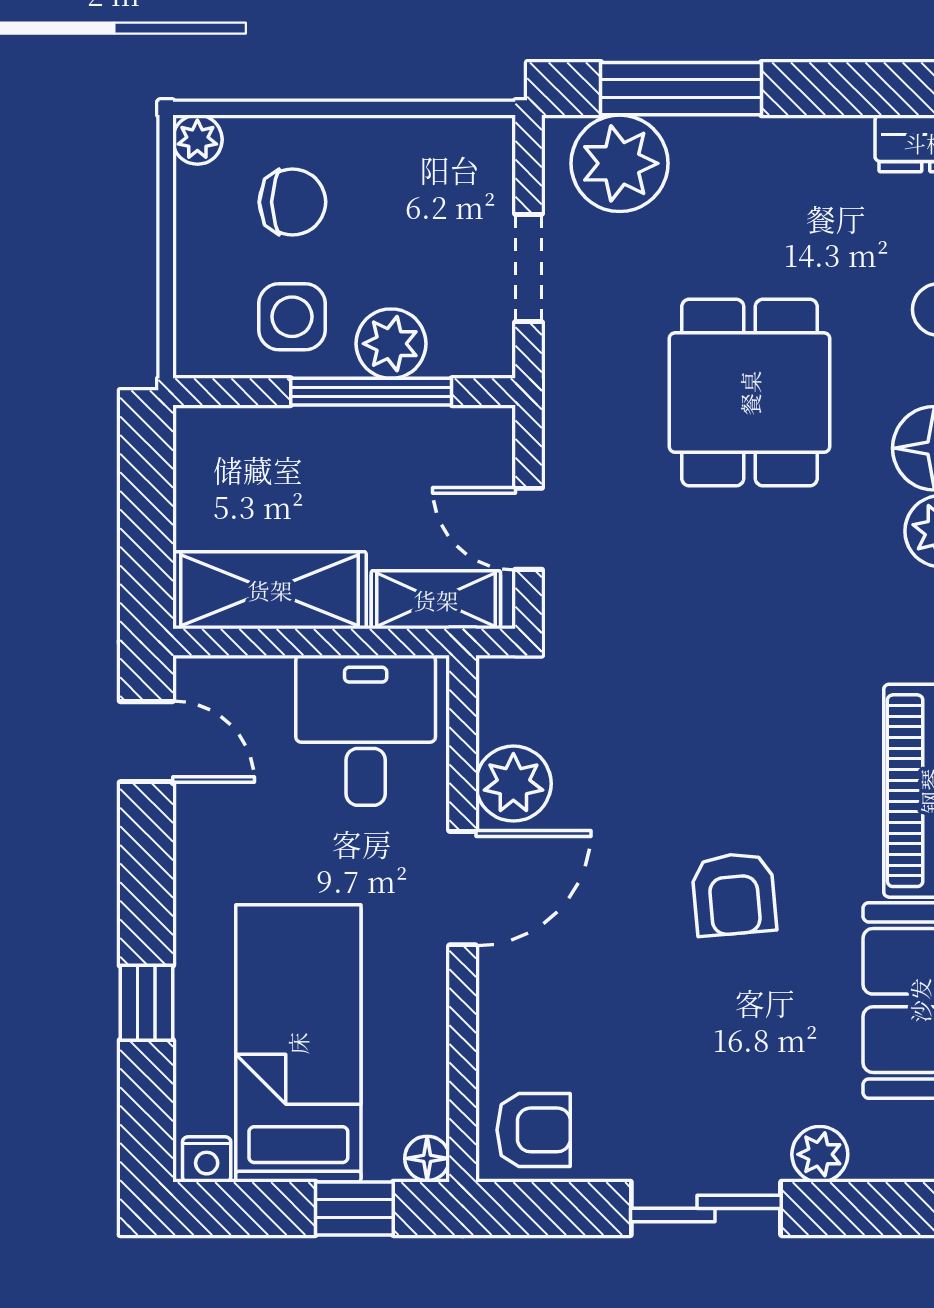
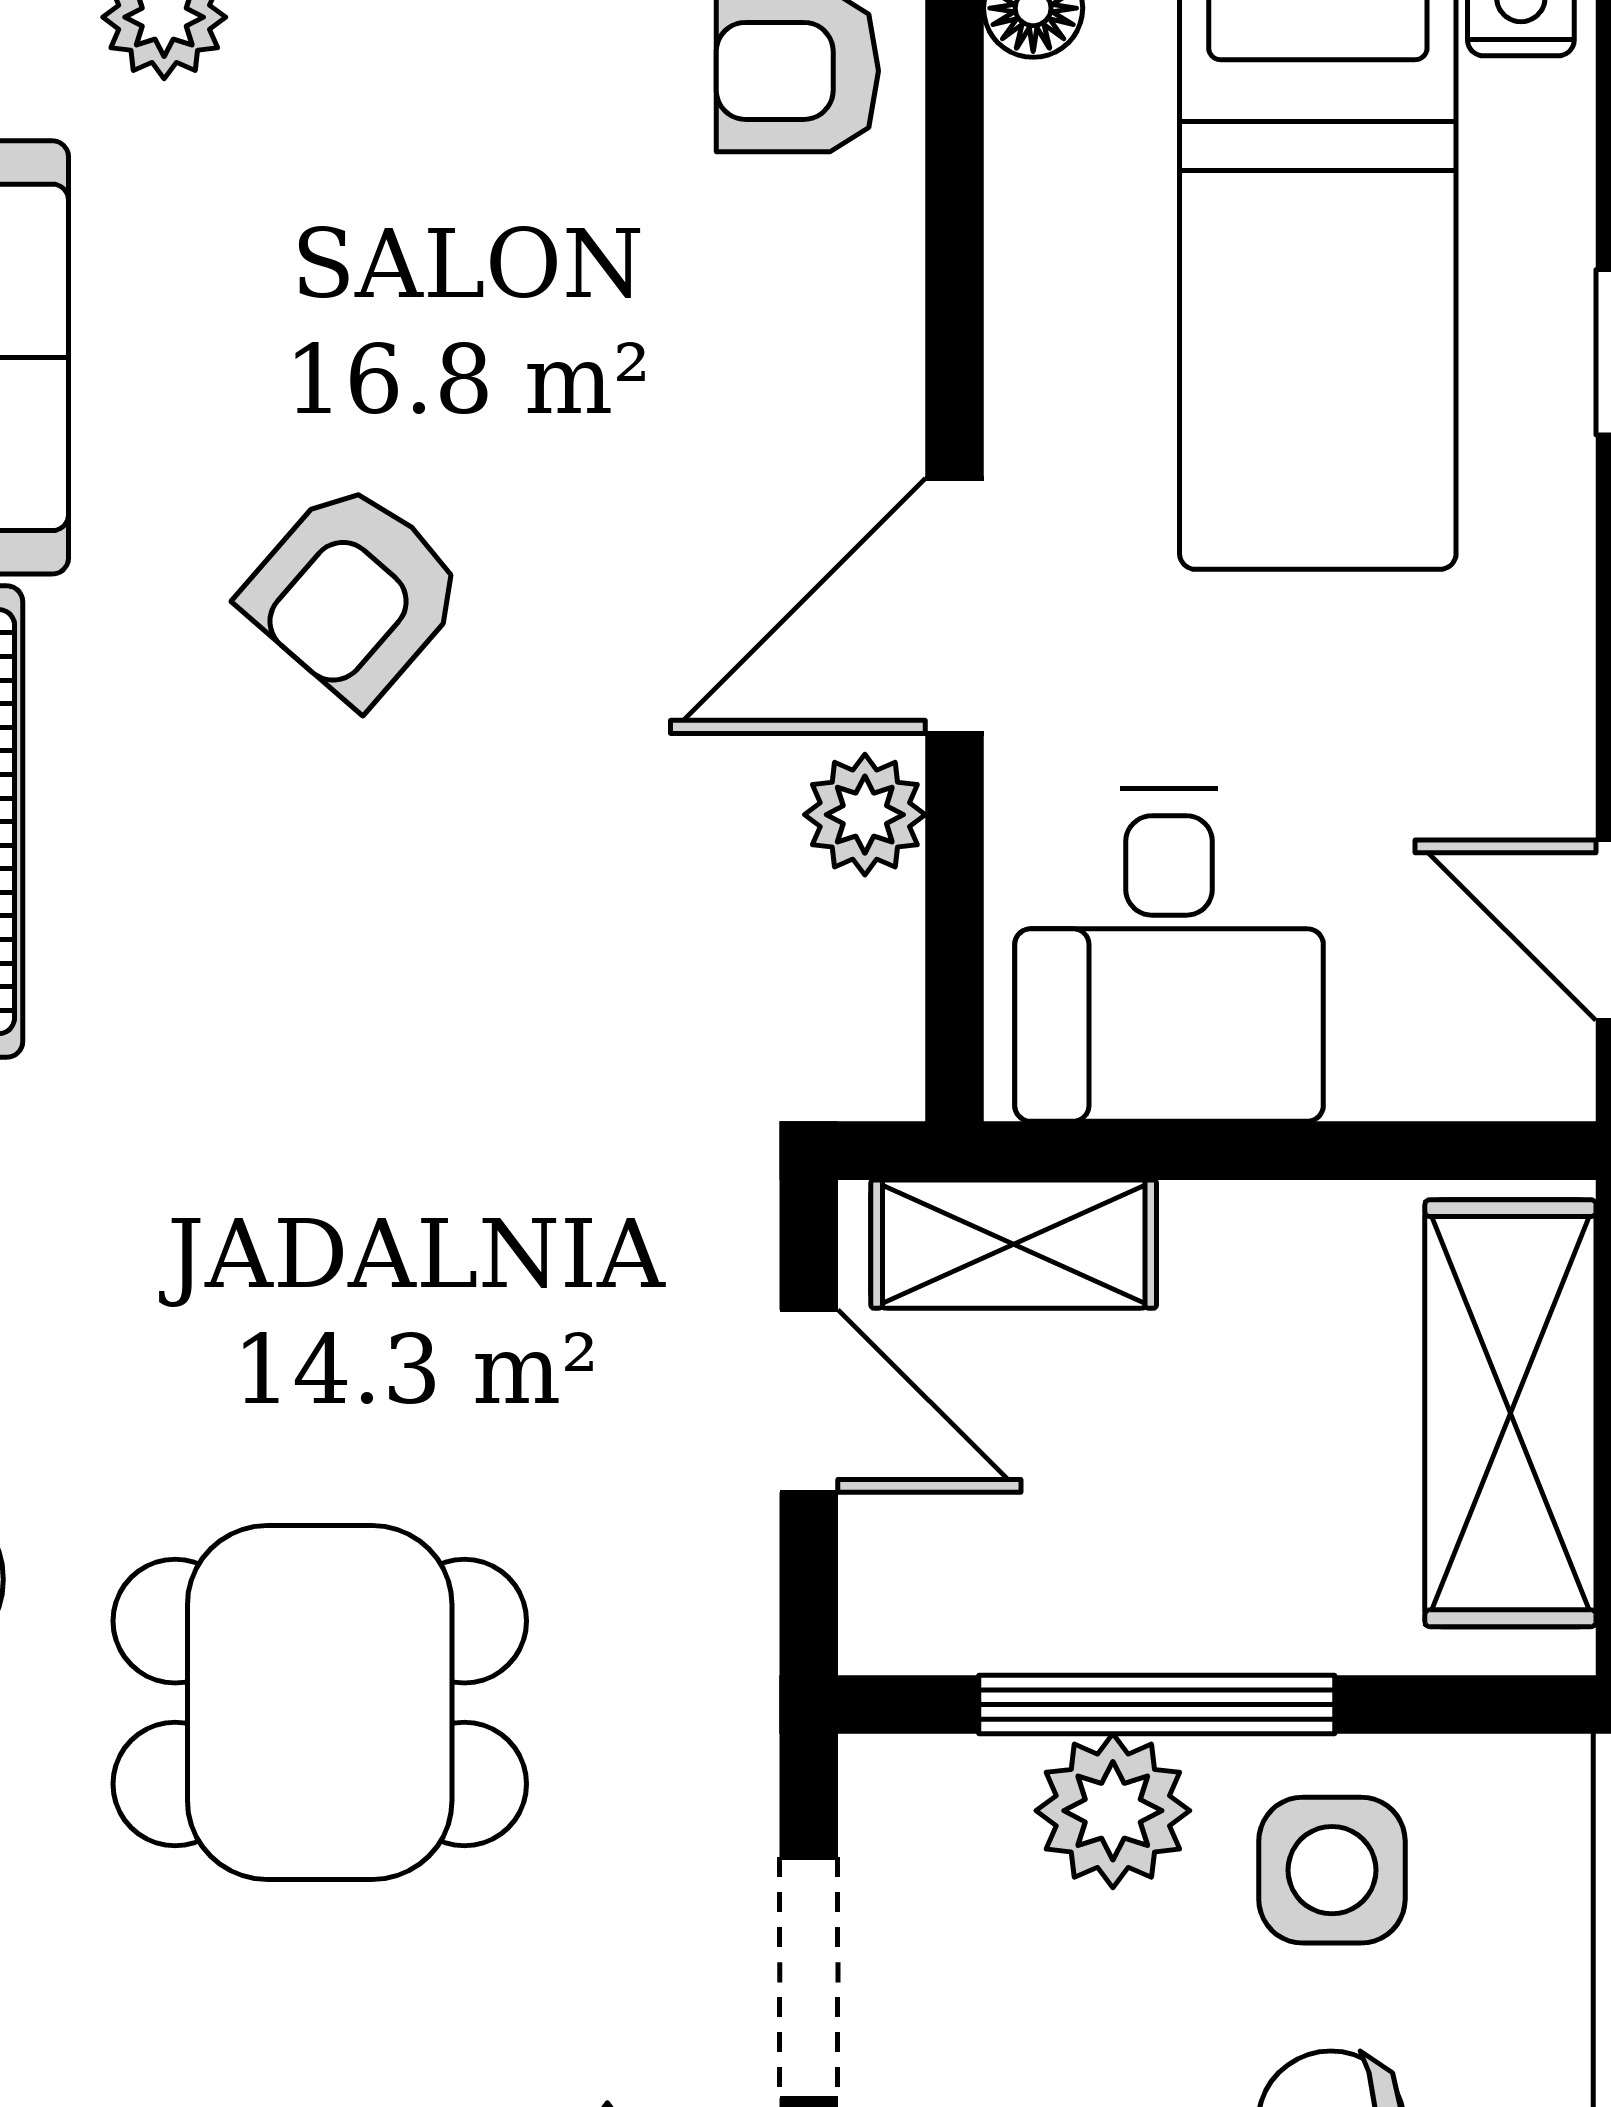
dining table: (750, 393) -> (320, 1703), turned 90
shelving: (270, 590) -> (1510, 1413), moved, turned 90
plant: (513, 784) -> (865, 815), width x0.73, depth x0.73
armchair: (734, 894) -> (354, 593), turned -134

